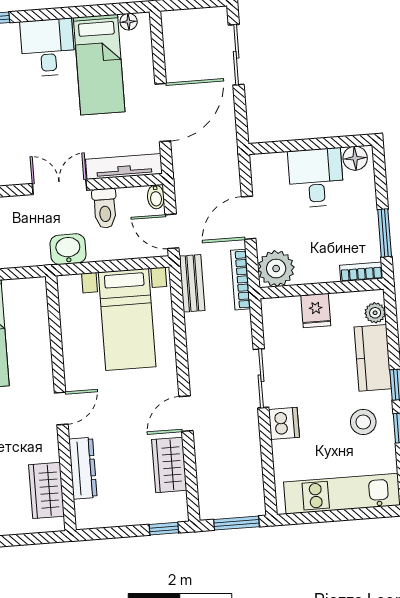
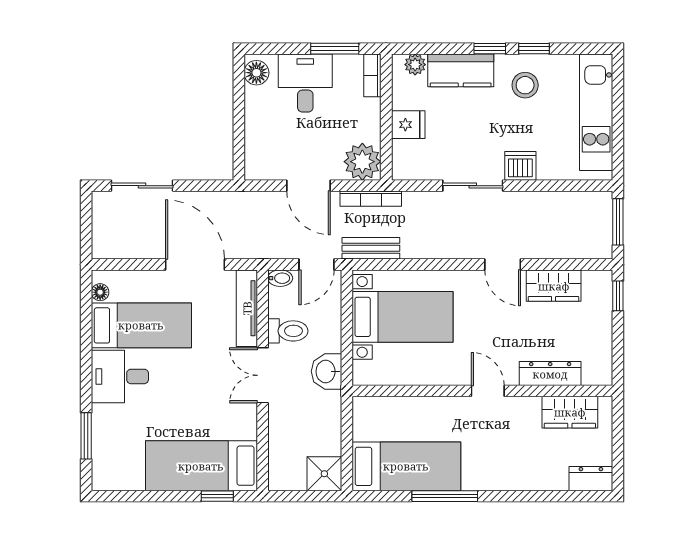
desk: (316, 178) -> (305, 83), moved, turned 90

